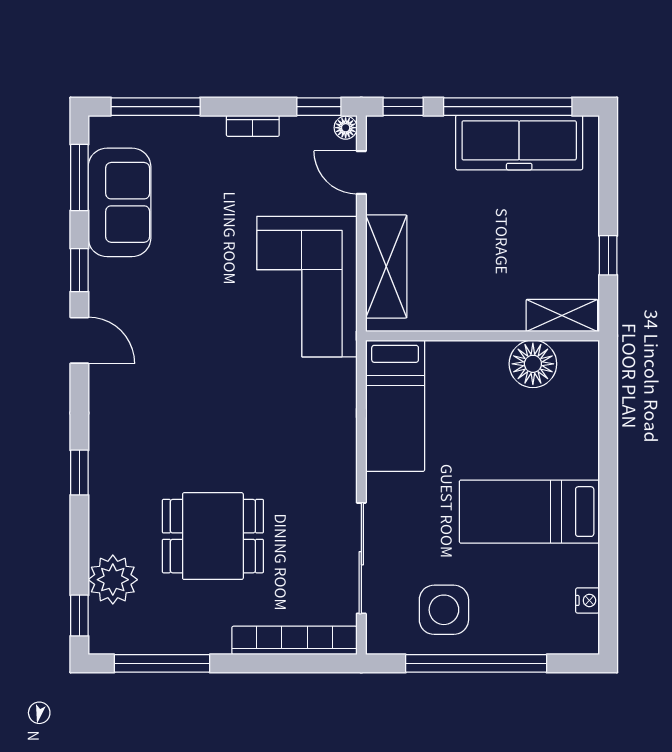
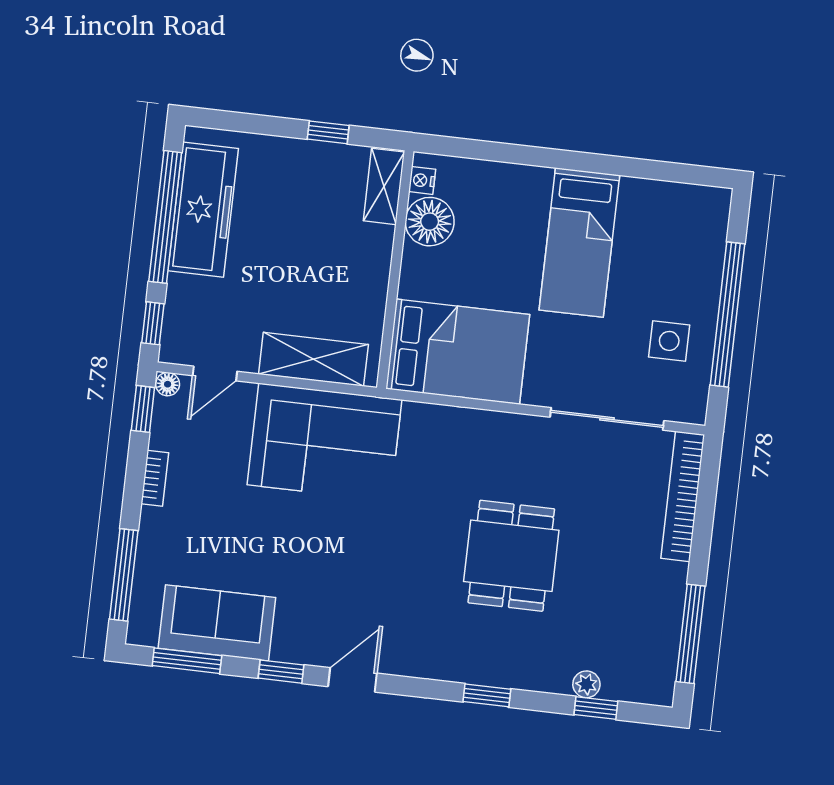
bed: (395, 406) -> (458, 352), width x1.50
dining table: (213, 536) -> (511, 556), moved
plant: (113, 580) -> (586, 684), width x0.53, depth x0.53
nightstand: (588, 600) -> (422, 180), moved, turned -90
side table: (444, 610) -> (669, 341), width x0.73, depth x0.73
window: (79, 616) -> (596, 708), moved

